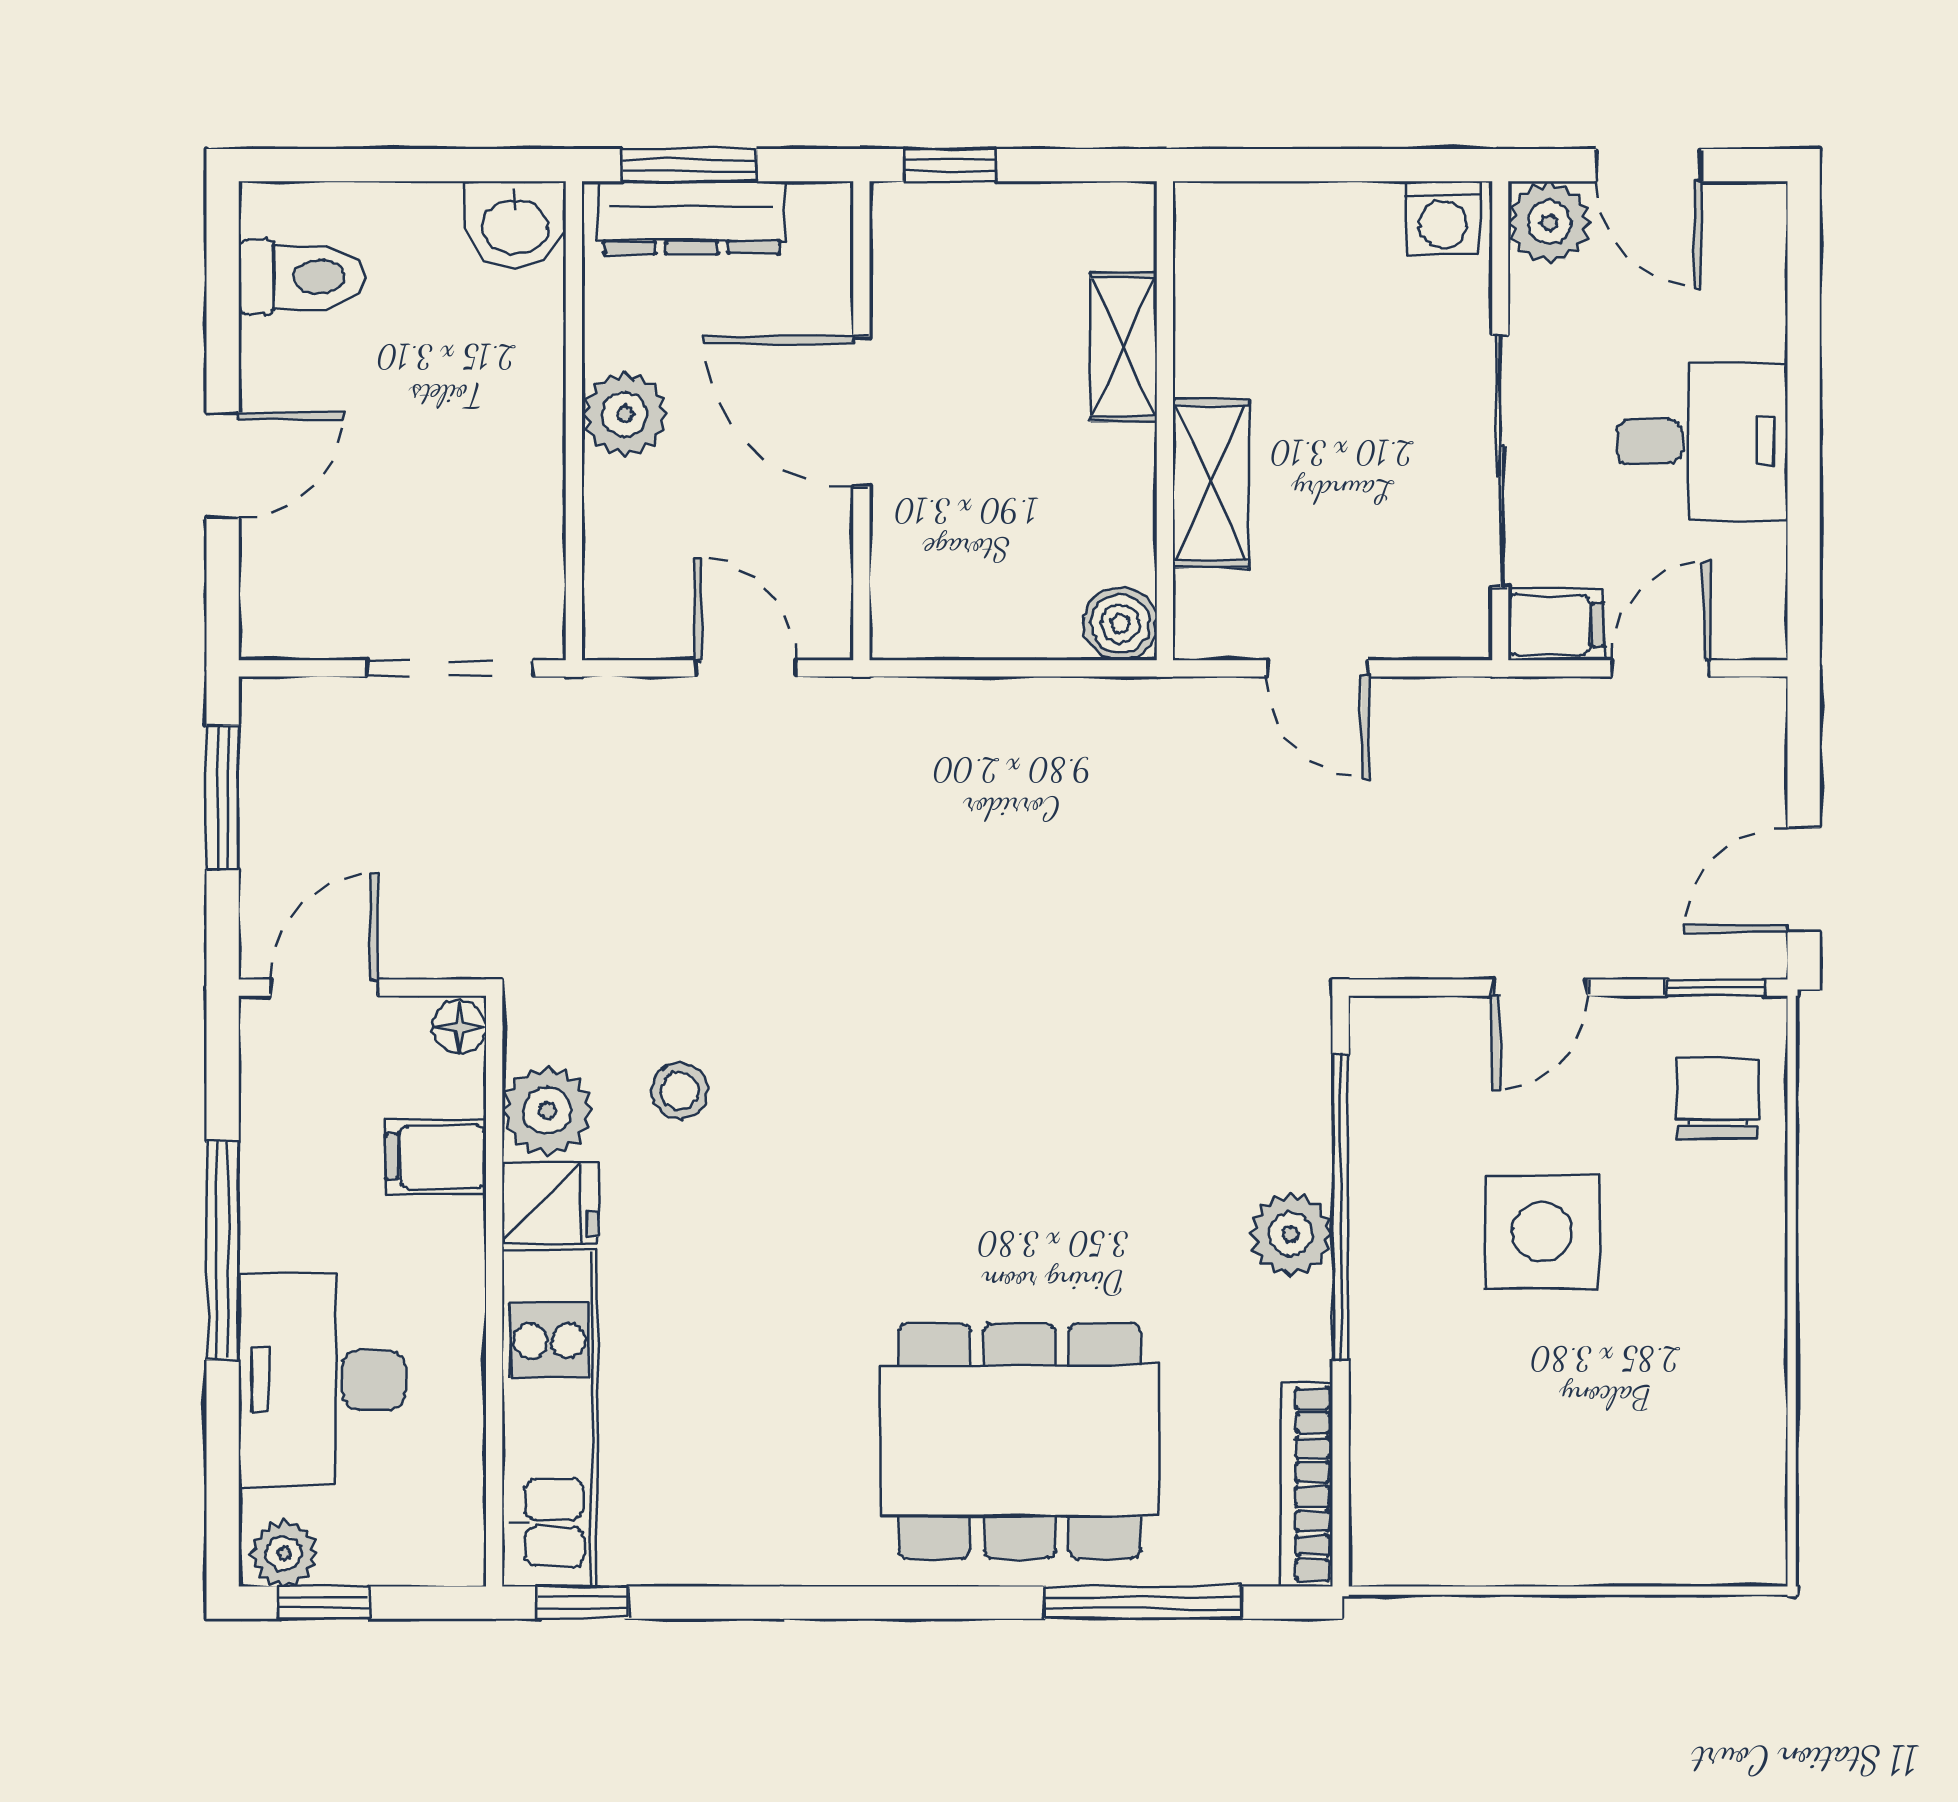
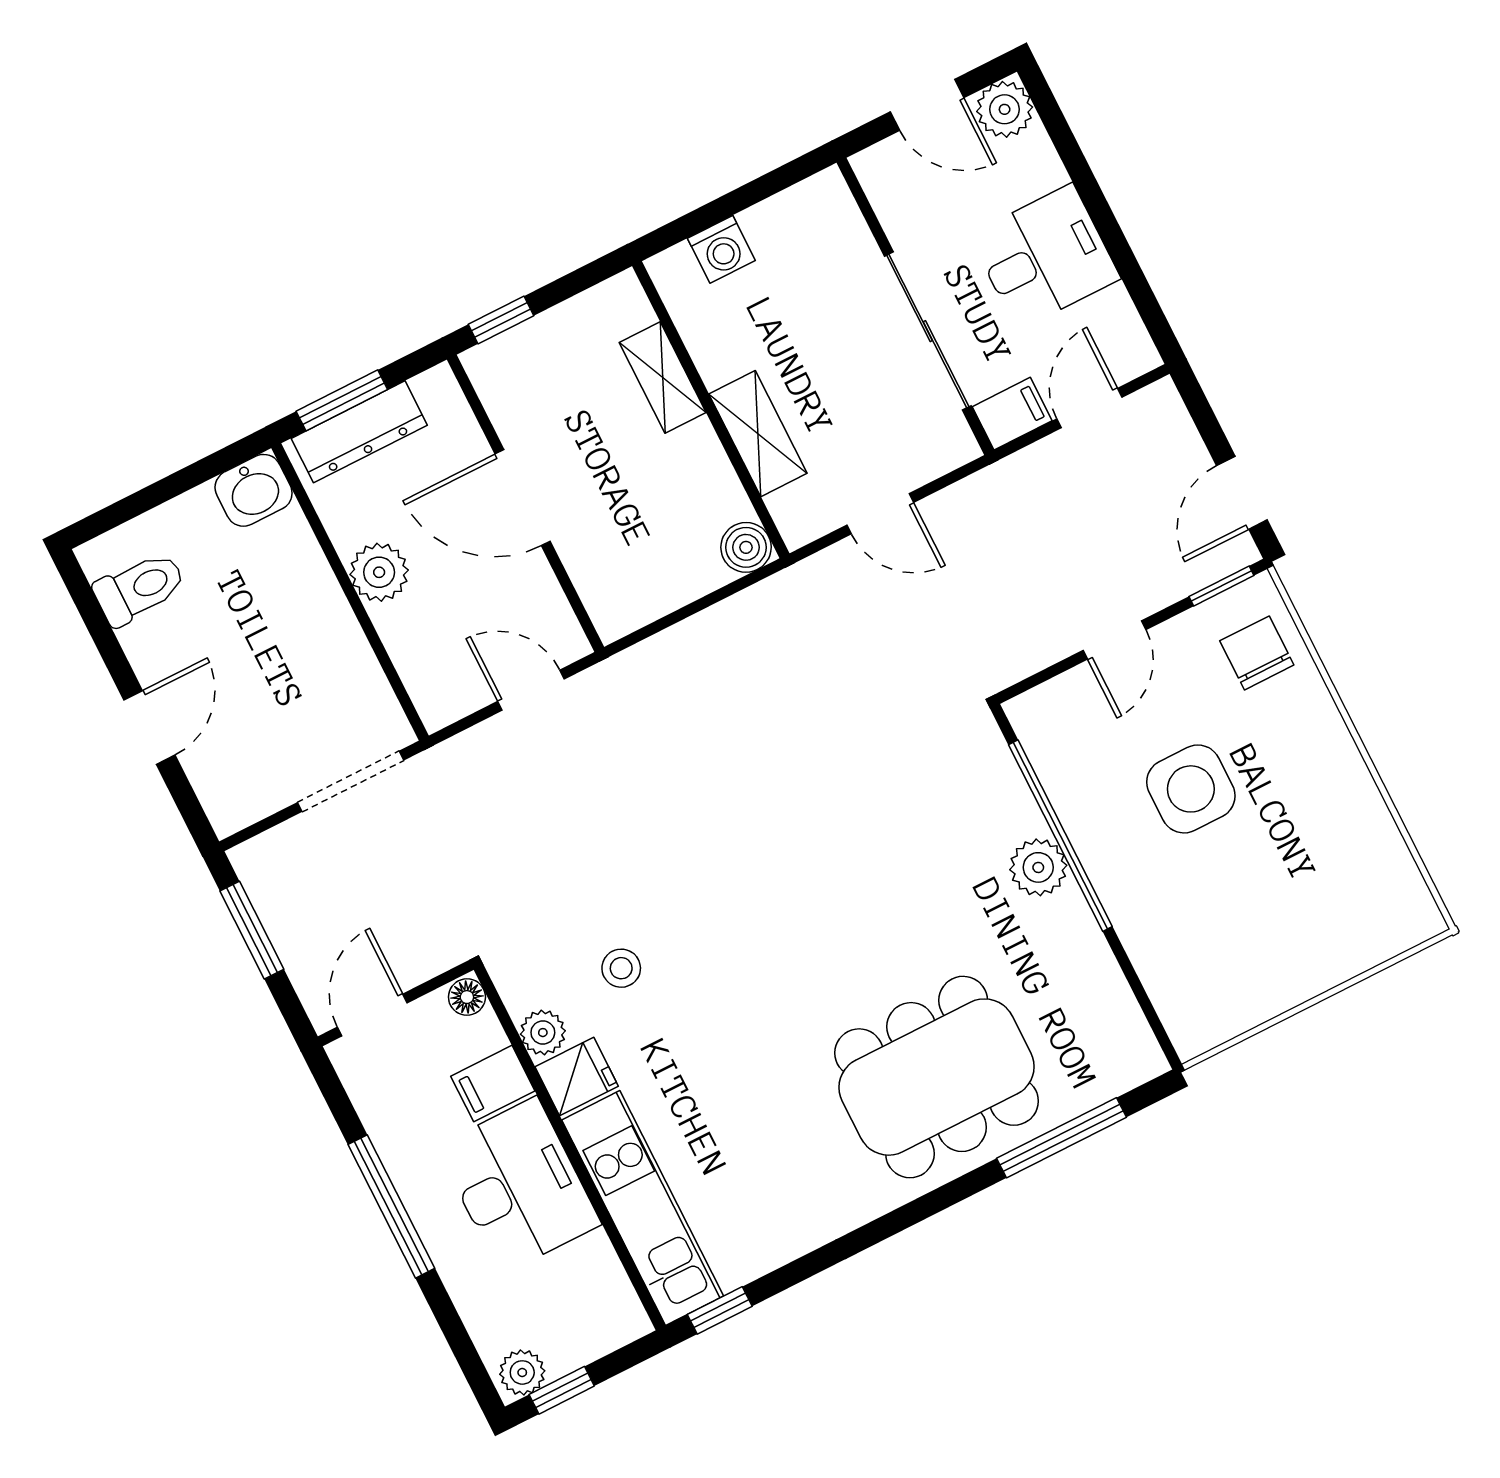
washing machine: (1443, 218) -> (721, 249), moved
plant: (1549, 222) -> (1005, 109), moved
plant: (547, 1111) -> (543, 1033), width x0.73, depth x0.73
desk: (322, 1380) -> (519, 1185), moved, turned 180
bookcase: (1306, 1484) -> (1125, 1015), removed

